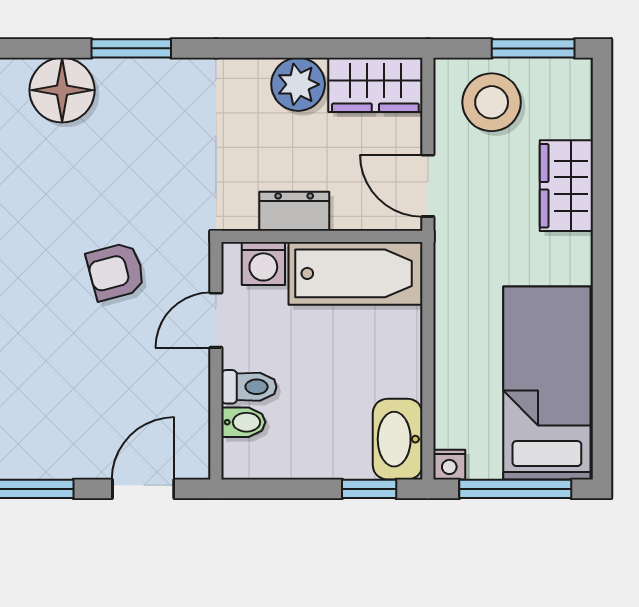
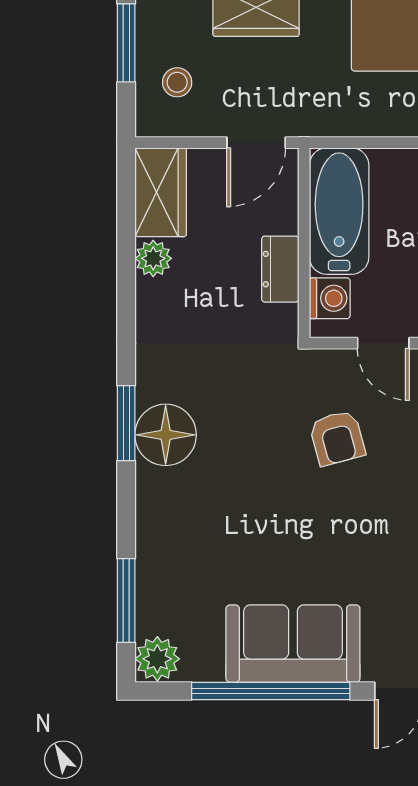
plant: (298, 84) -> (153, 258), width x0.73, depth x0.73
floor lamp: (62, 90) -> (166, 435), moved
stool: (492, 102) -> (177, 82), width x0.53, depth x0.53

